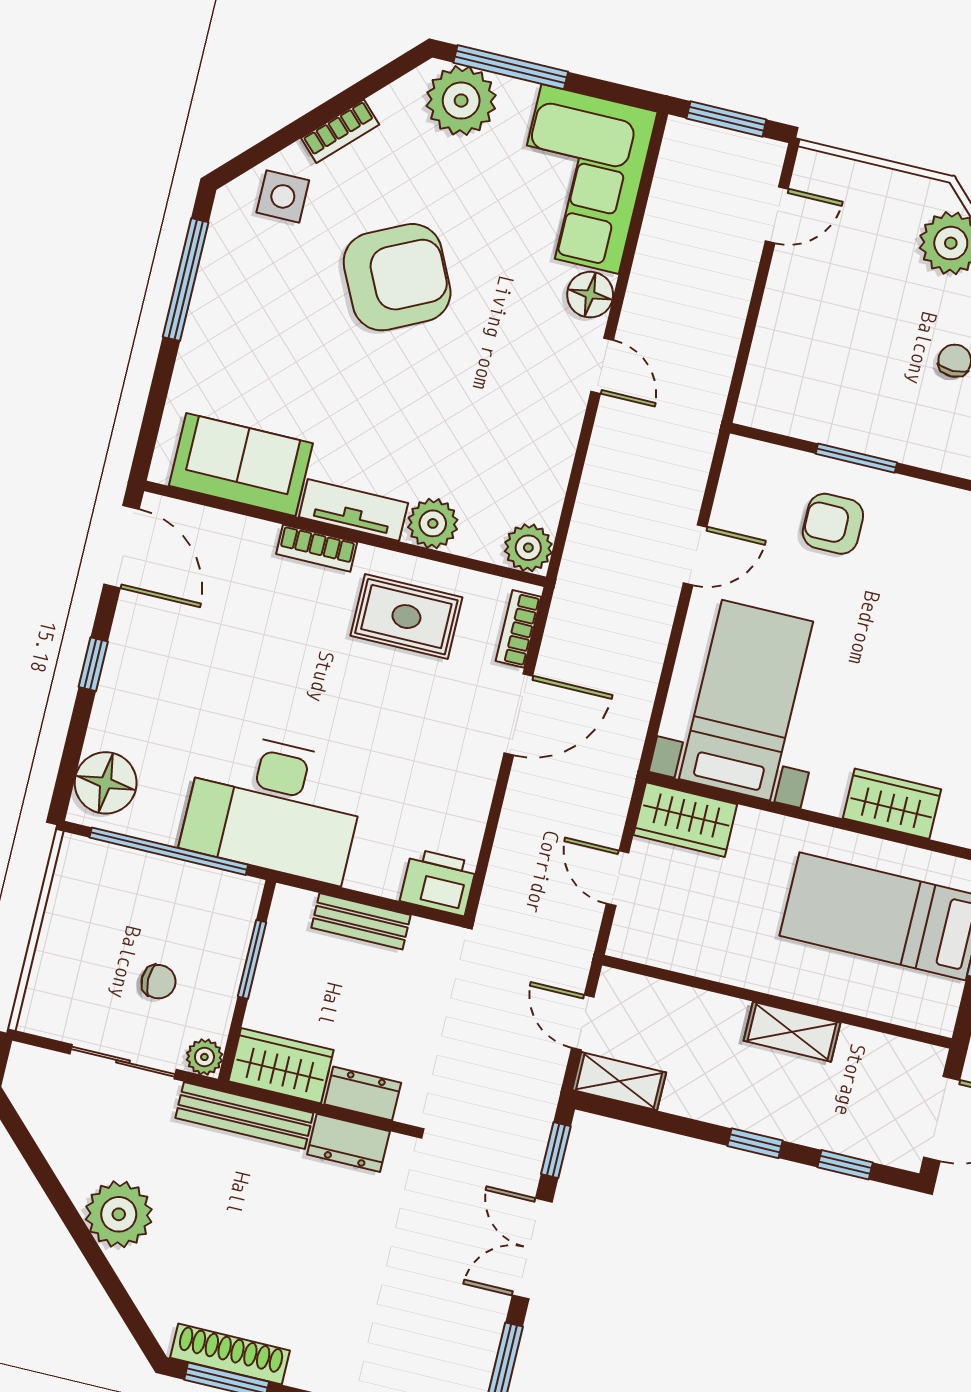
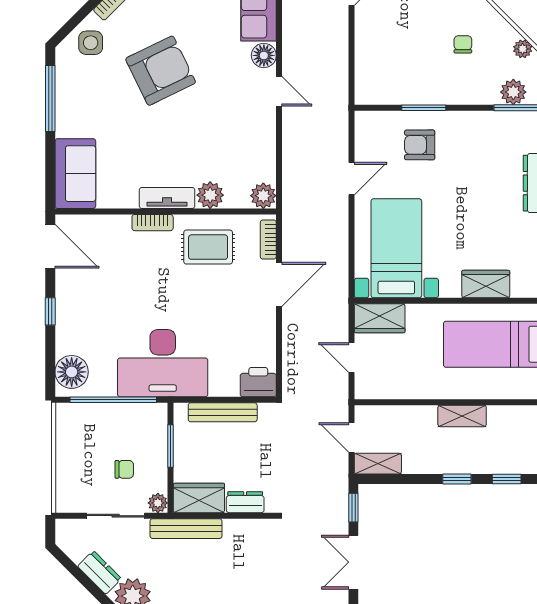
sofa: (241, 465) -> (75, 174), moved, turned 90
bench: (361, 921) -> (223, 412), width x1.36
dresser: (348, 1143) -> (100, 572), moved, turned -135

